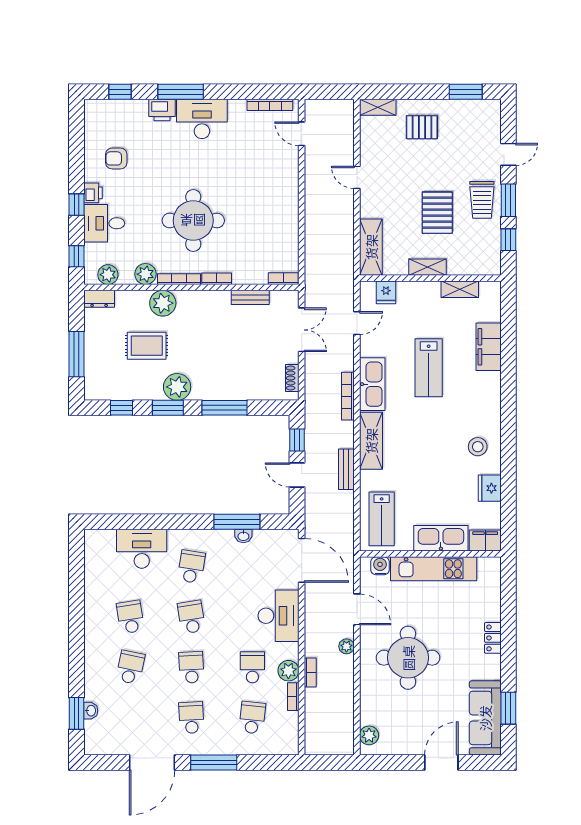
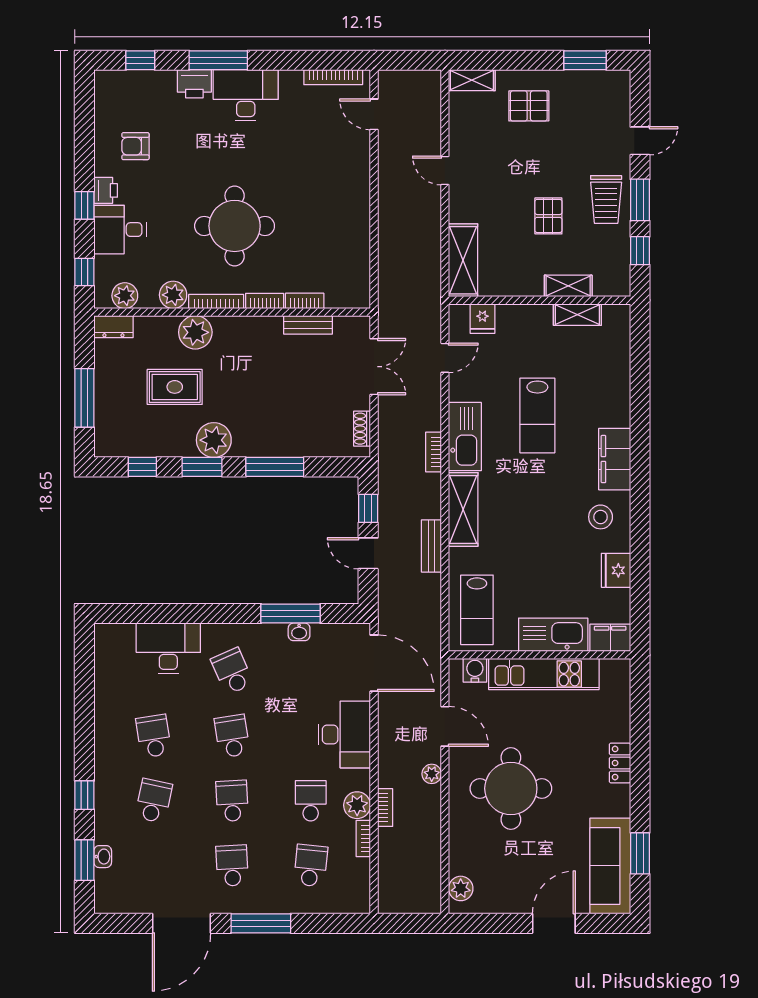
pallet: (437, 213) -> (548, 216), width x0.67, depth x0.71
shelving: (428, 267) -> (568, 286), moved
bookcase: (283, 279) -> (305, 301), moved
filing cabinet: (489, 347) -> (615, 459), moved
bookcase: (348, 396) -> (433, 452), width x0.64
school desk: (191, 567) -> (232, 671), turned -33
window: (76, 663) -> (84, 795), added

